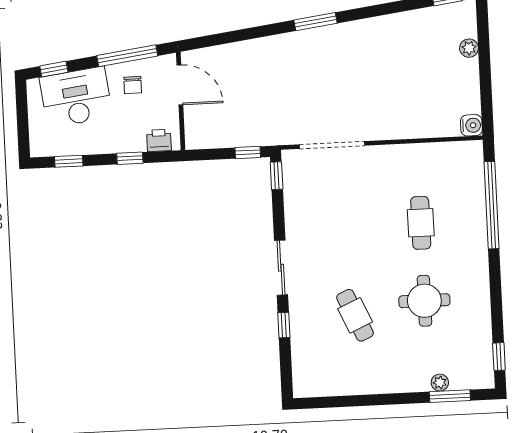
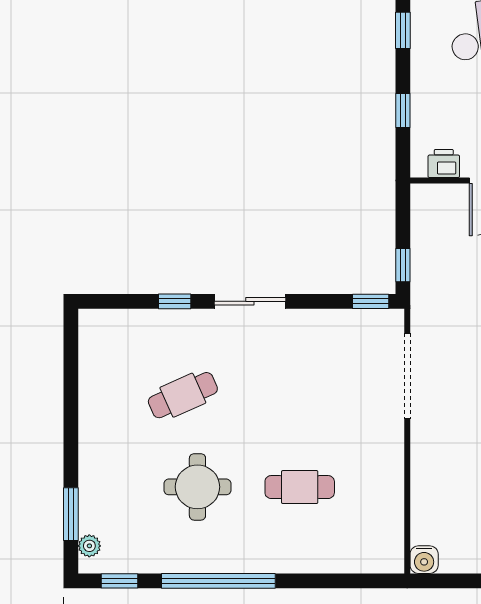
printer: (159, 140) -> (444, 163), moved, turned -90
window: (492, 205) -> (218, 581), moved
plant: (440, 383) -> (89, 546), moved

